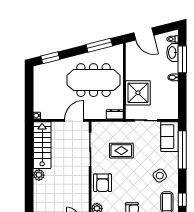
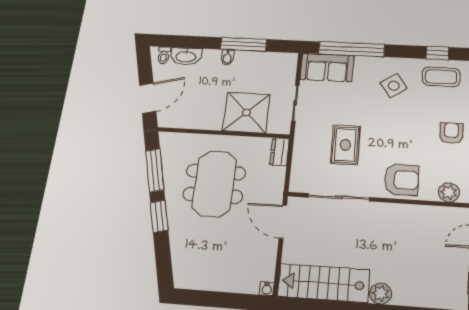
window: (50, 58) -> (159, 216), moved
window: (182, 59) -> (244, 44), moved
meeting table: (94, 80) -> (214, 184), width x0.73

